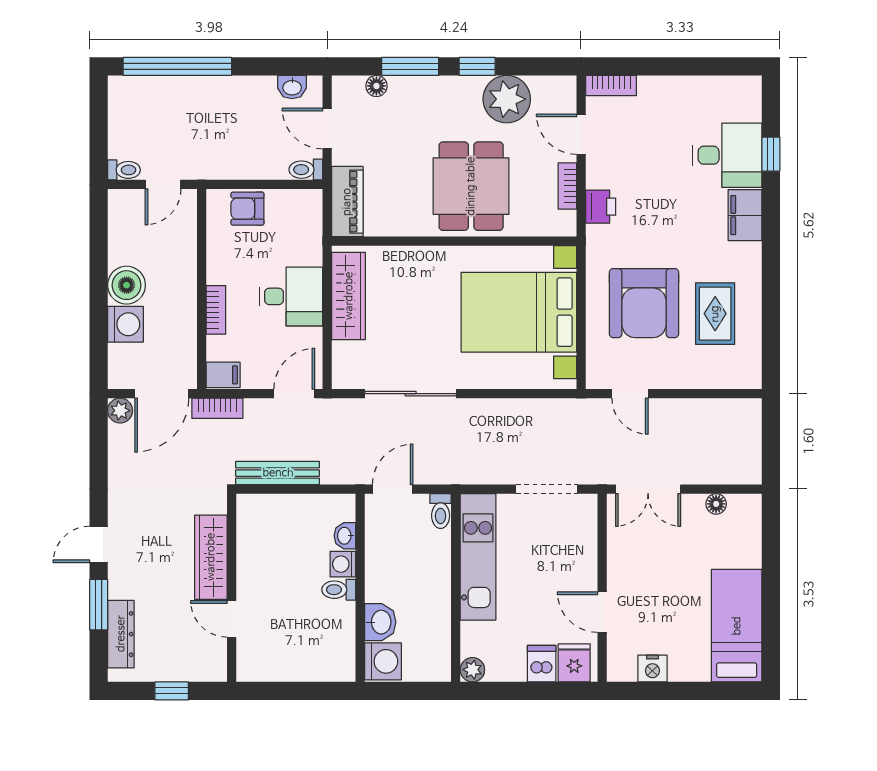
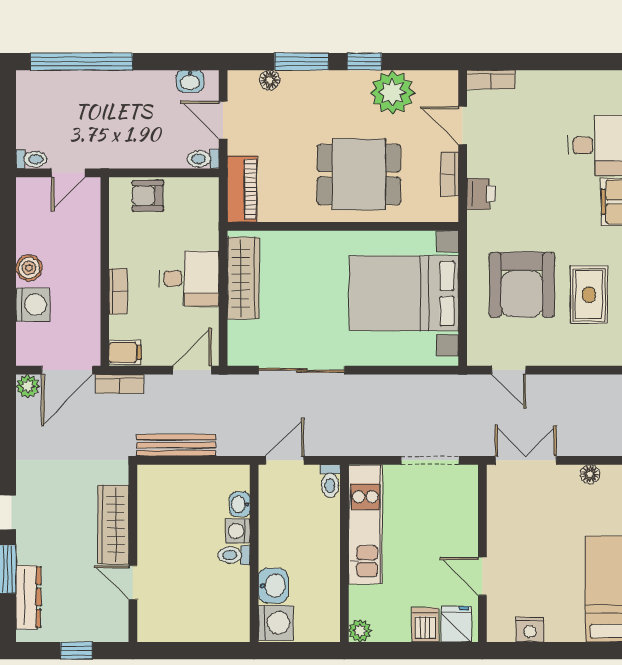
dining table: (471, 186) -> (359, 174), turned 90
boiler: (127, 285) -> (29, 268), width x0.73, depth x0.73
double door: (648, 489) -> (526, 460), swing flipped

